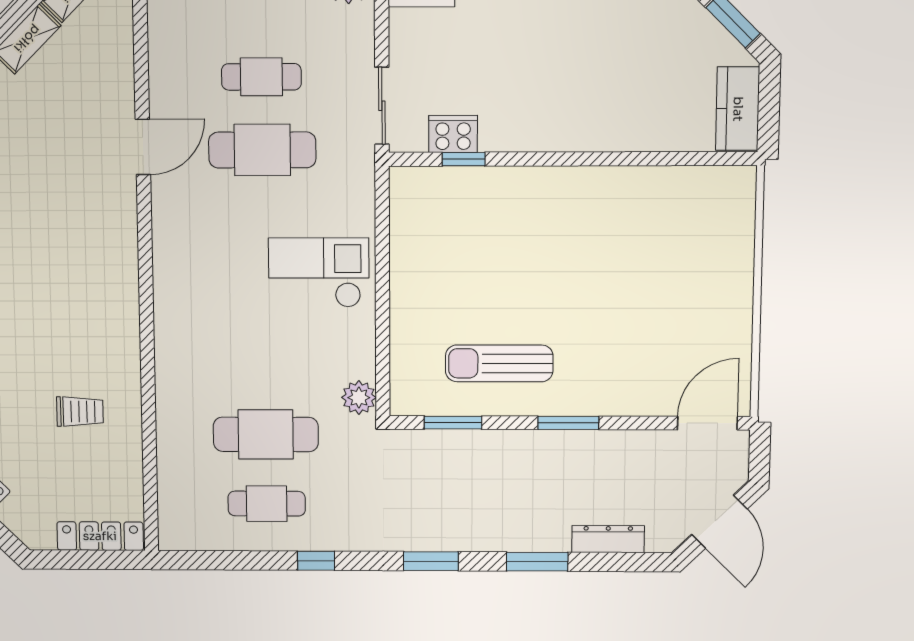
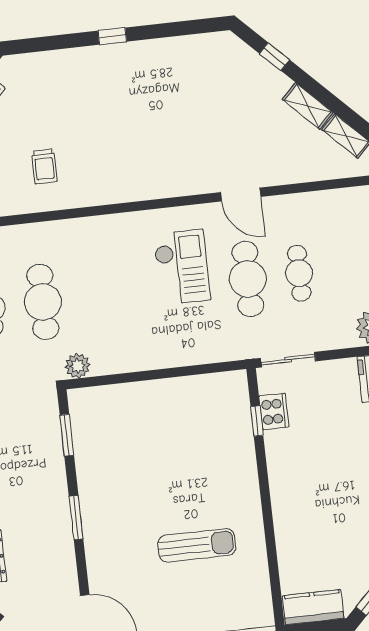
checkout: (319, 273) -> (182, 267), moved
sun lounger: (499, 363) -> (197, 545), moved, turned 90

